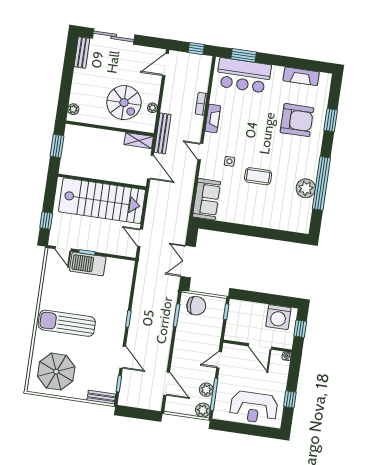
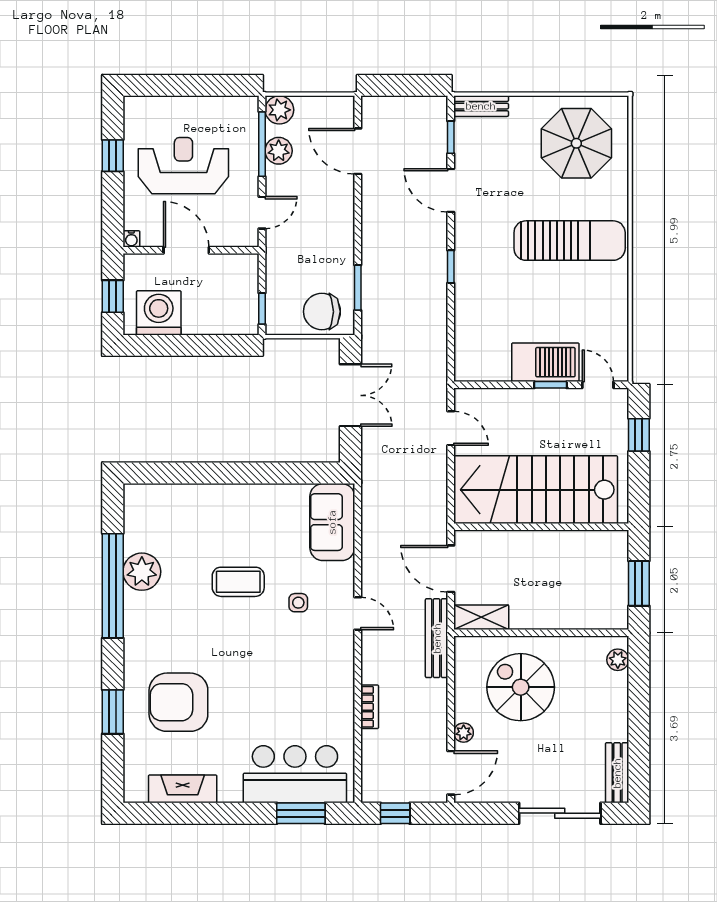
plant: (153, 108) -> (464, 733), moved
fireplace: (213, 118) -> (343, 681), removed
reception desk: (254, 407) -> (183, 166), moved

